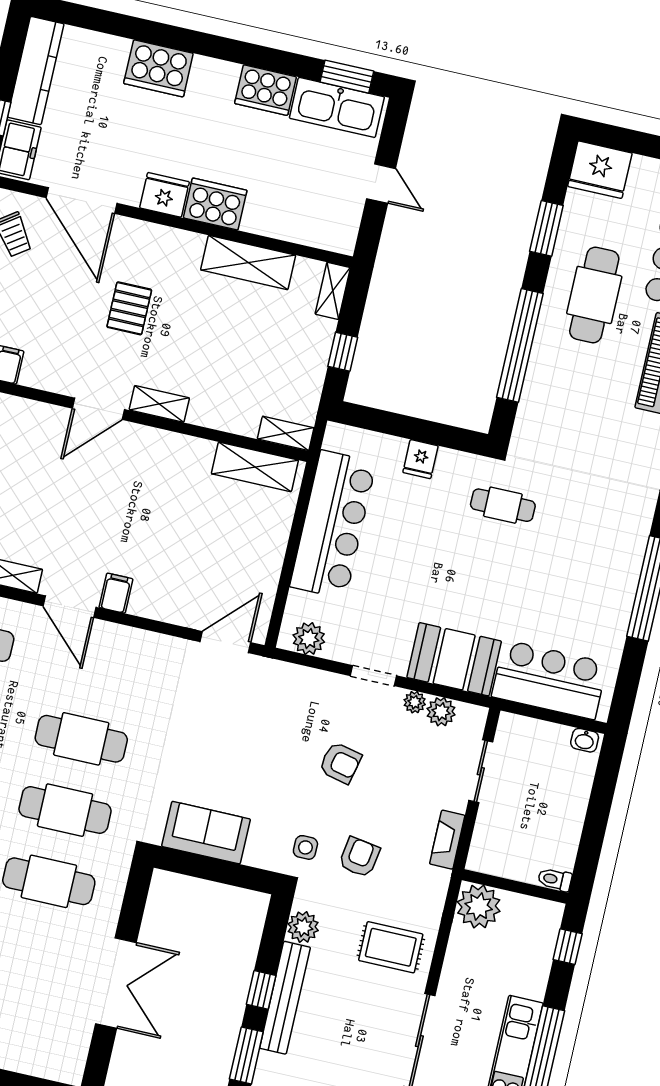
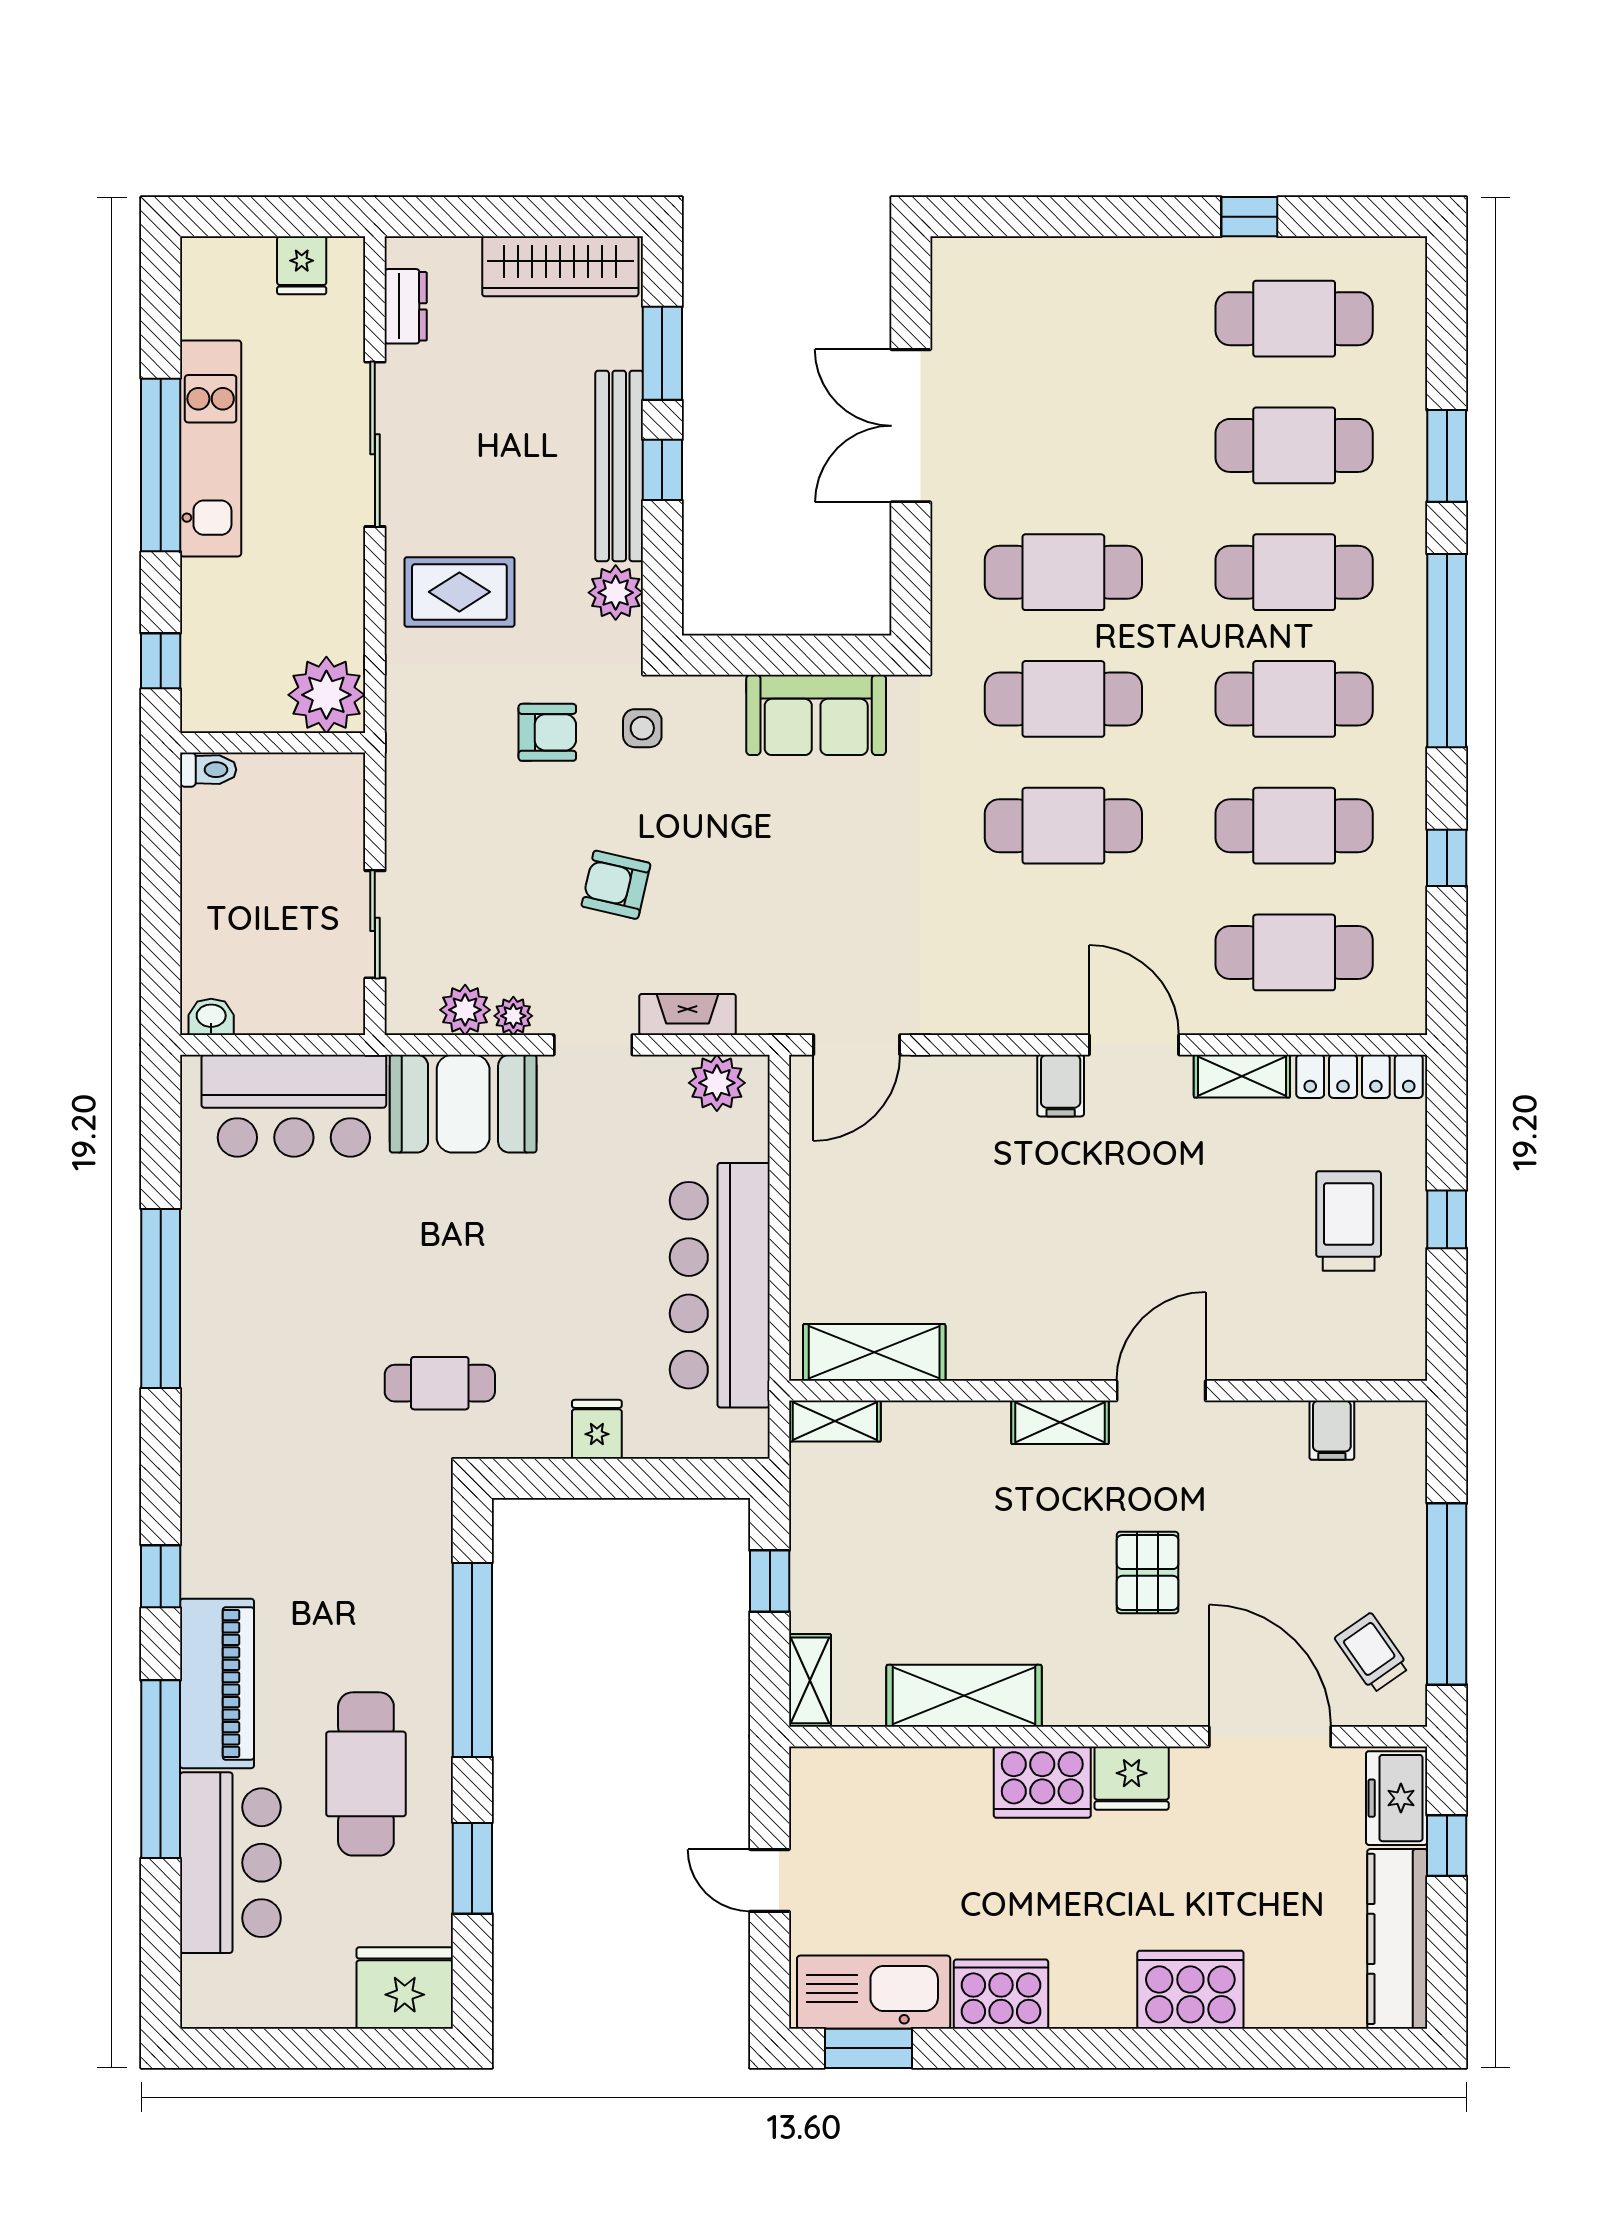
fireplace: (447, 840) -> (688, 1014), moved, turned -90
armchair: (359, 857) -> (547, 732), turned -99

